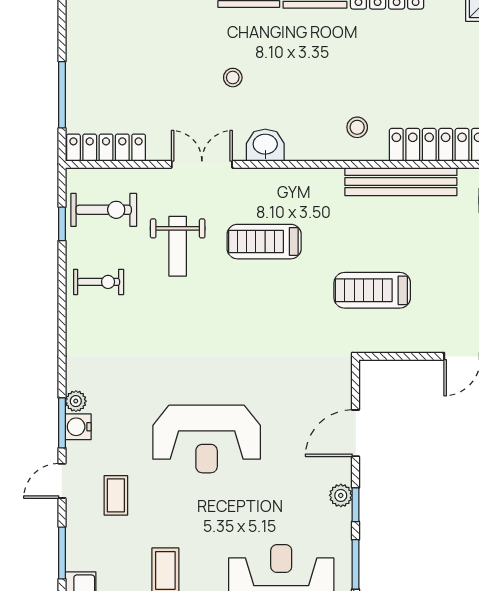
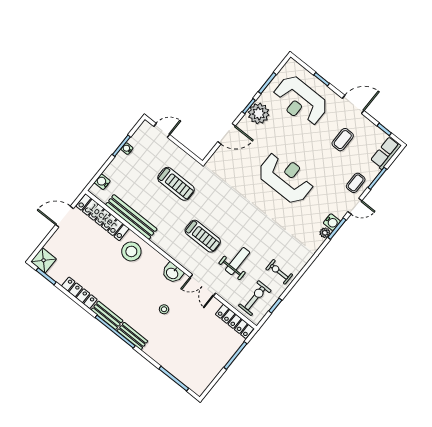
stool: (357, 127) -> (131, 251), width x1.89, depth x1.89
exercise bike: (104, 210) -> (255, 298), turned 90
coffee table: (116, 495) -> (356, 183), moved
plant: (341, 495) -> (259, 113), width x1.87, depth x1.87

